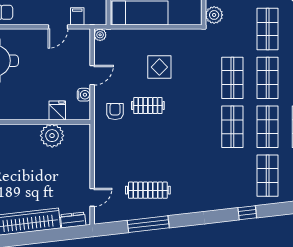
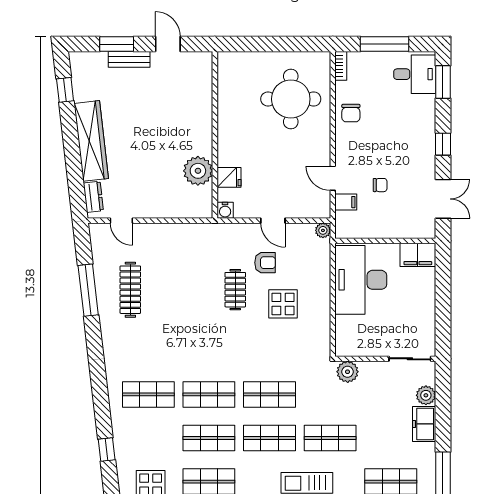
water cooler: (84, 95) -> (225, 210), moved
armchair: (115, 111) -> (265, 263), moved
shop shelf: (268, 176) -> (148, 394), moved
window: (247, 213) -> (107, 449), moved

